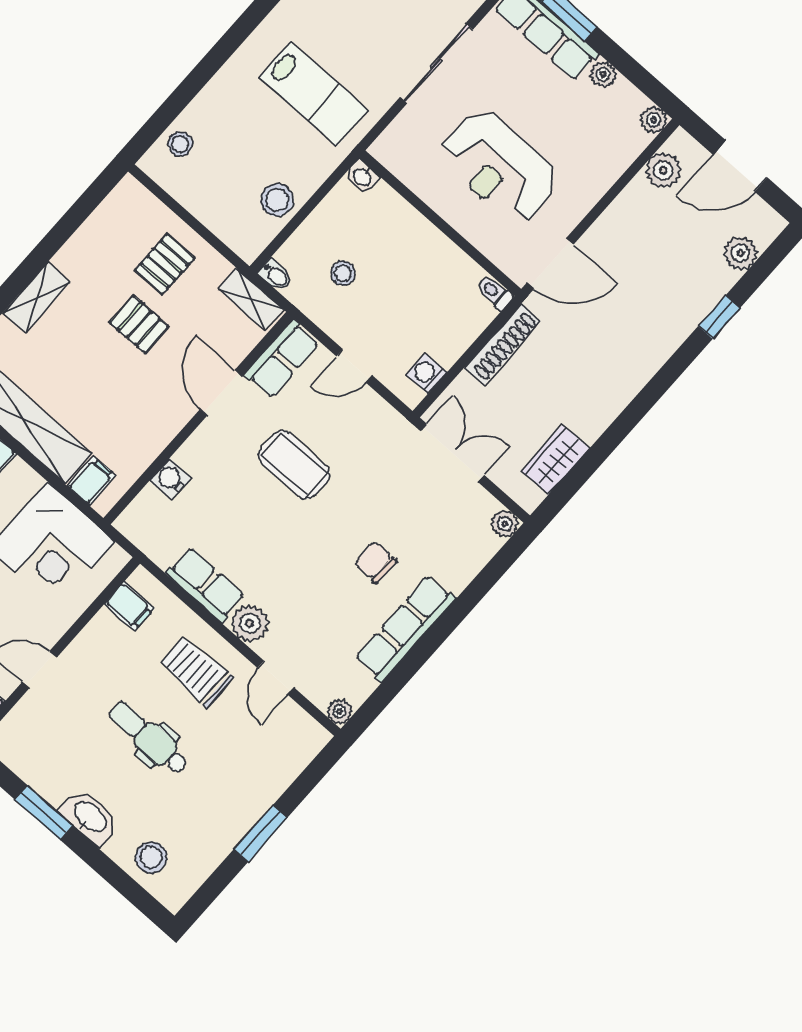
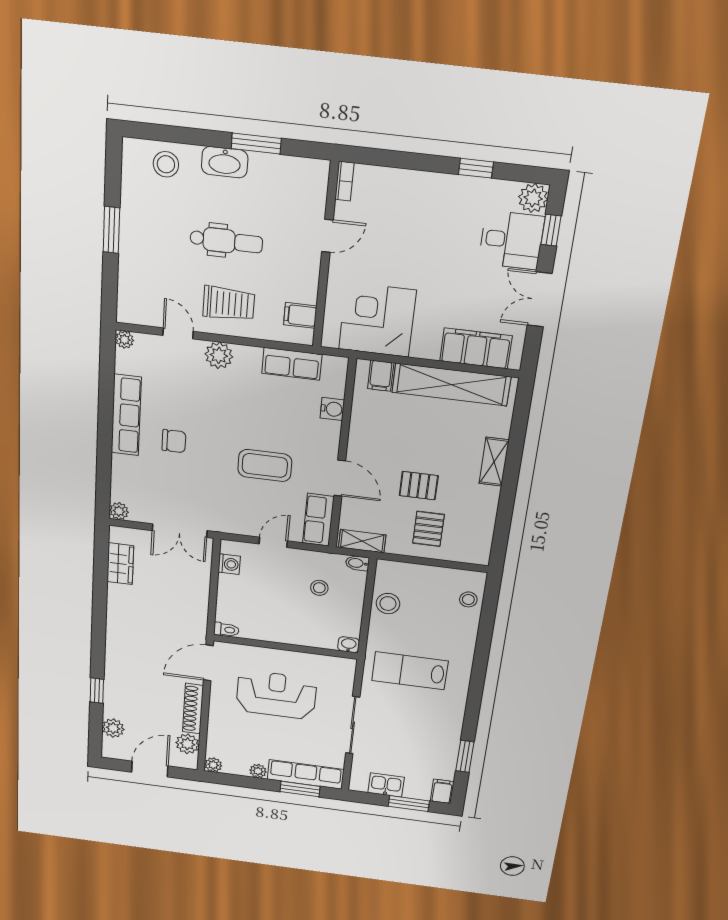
shoe rack: (503, 344) -> (193, 709), moved
row of seats: (205, 584) -> (292, 364), moved

